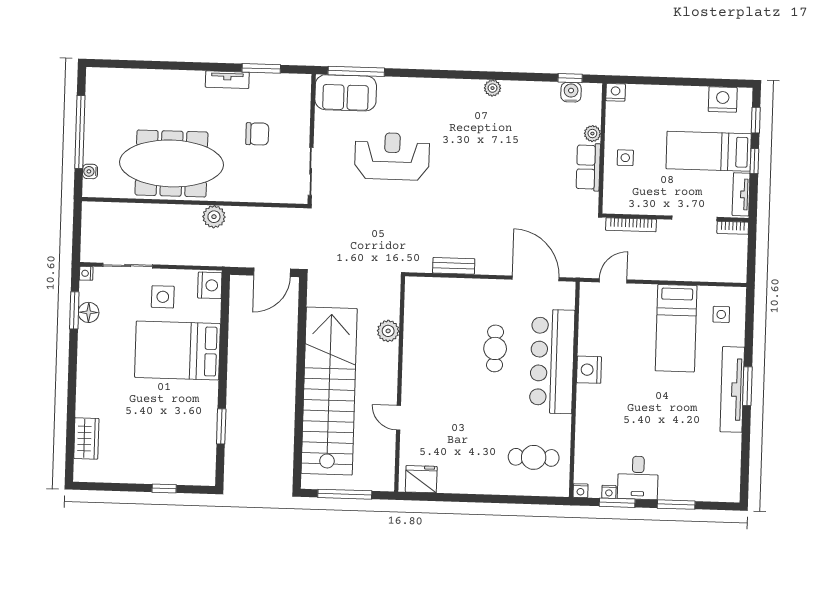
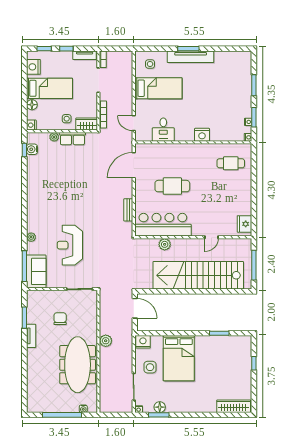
plant: (493, 88) -> (31, 237), moved
floor lamp: (653, 94) -> (32, 105), added
bed: (709, 151) -> (49, 88), moved, turned -90
wardrobe: (614, 194) -> (87, 124), added
cafe table: (495, 348) -> (172, 186), width x1.37, depth x1.35
bar counter: (552, 361) -> (163, 225), moved, turned 180
nightstand: (589, 370) -> (202, 135), moved
wardrobe: (86, 438) -> (234, 406), width x1.50
cafe table: (534, 457) -> (231, 163), turned 90
desk: (638, 478) -> (163, 130), moved, turned 90

